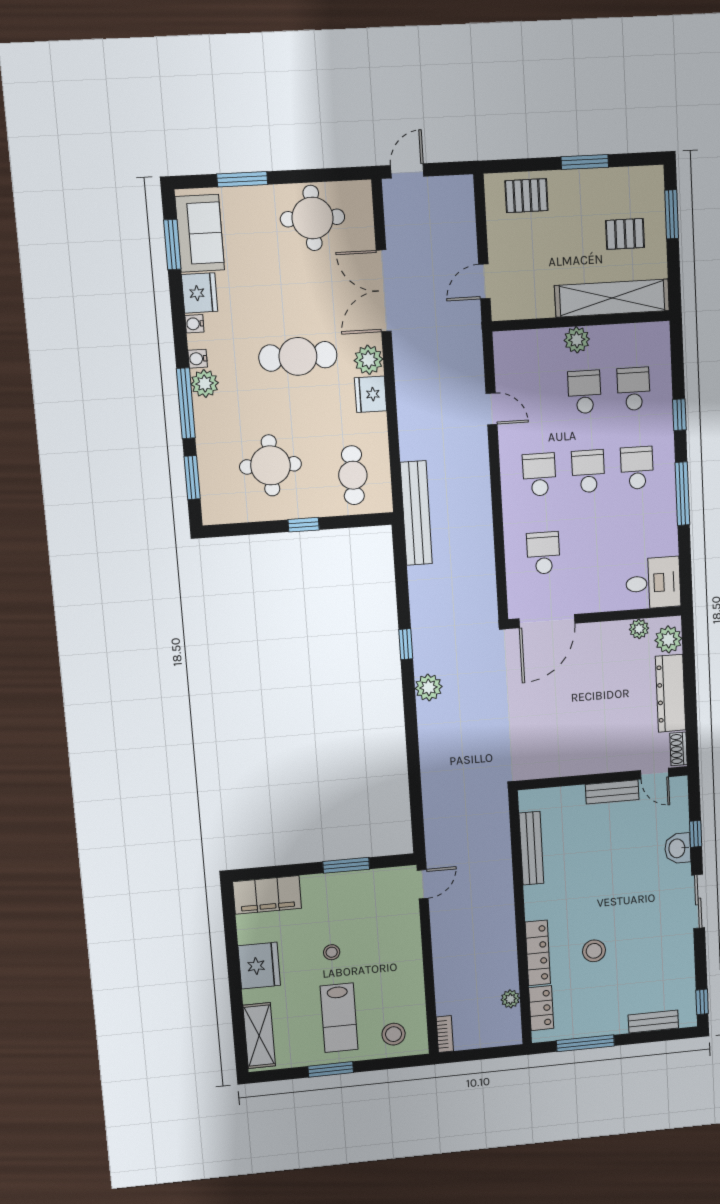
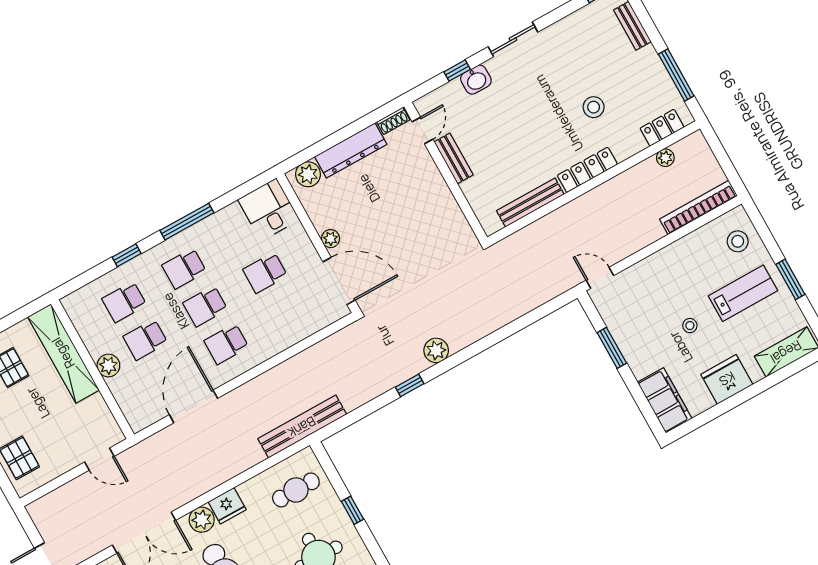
door: (491, 409) -> (193, 406), width x1.87
school desk: (543, 553) -> (265, 273), moved
plant: (639, 629) -> (331, 239), moved
locker: (538, 953) -> (587, 170), moved
bookcase: (445, 1034) -> (699, 207), width x2.31, depth x1.31

